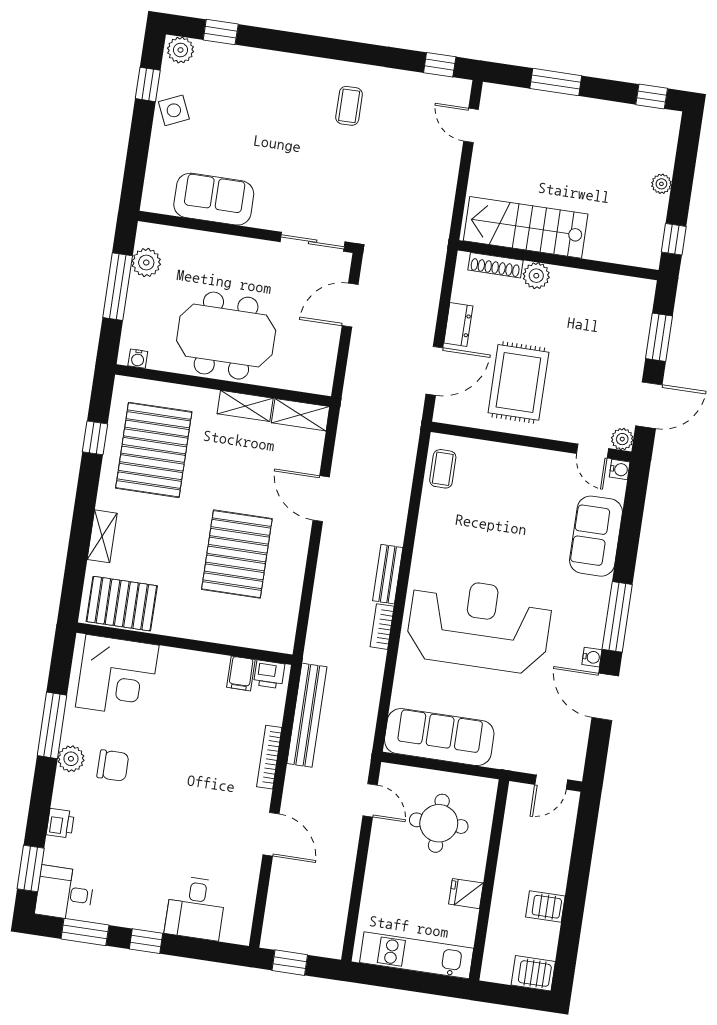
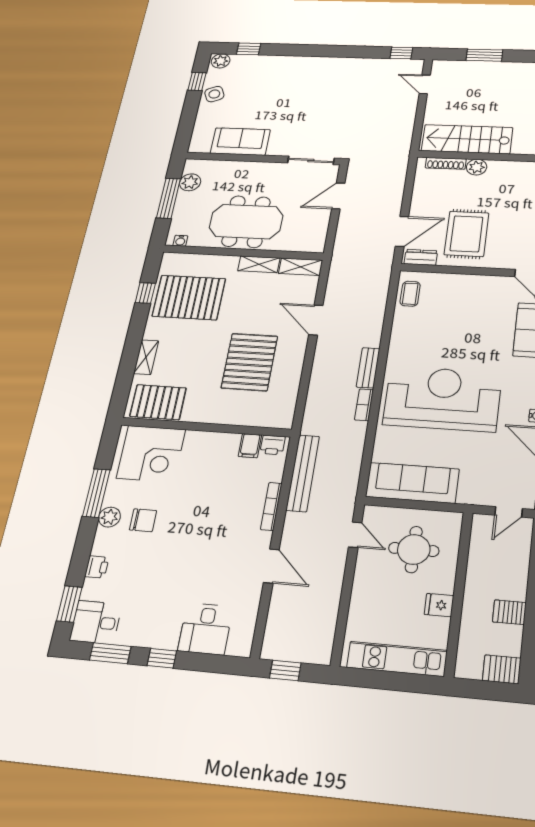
coffee table: (349, 106) -> (337, 81), removed
dresser: (458, 324) -> (421, 257), moved, turned -90
pallet: (154, 450) -> (189, 297), turned 90

